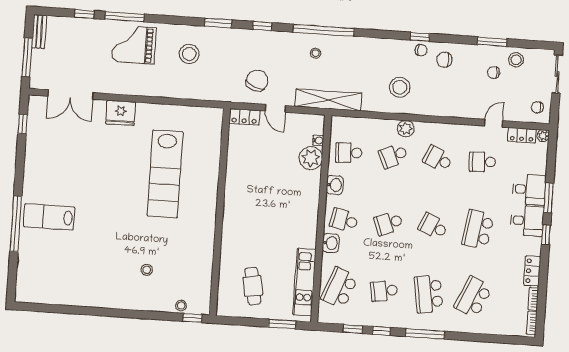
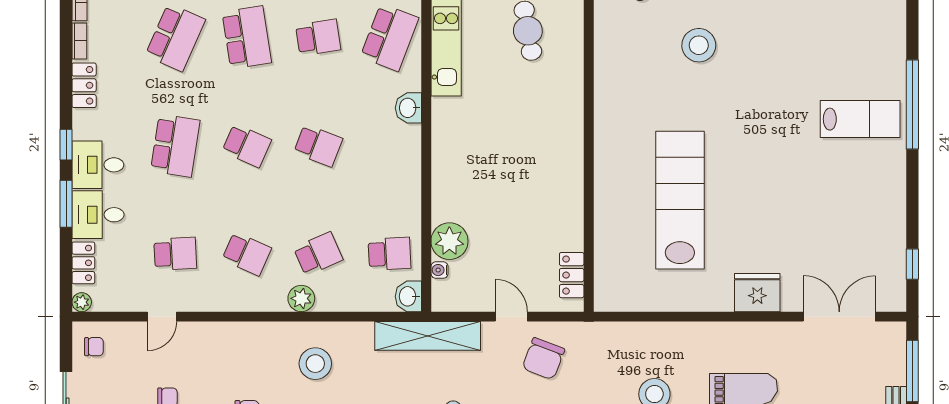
locker: (244, 117) -> (572, 275), moved, turned -90
locker: (522, 135) -> (83, 263), moved, turned 90
washbasin: (335, 185) -> (408, 296), moved
school desk: (344, 220) -> (390, 146), removed
school desk: (389, 223) -> (318, 146), turned 42
stool: (147, 270) -> (699, 45), width x1.89, depth x1.89

